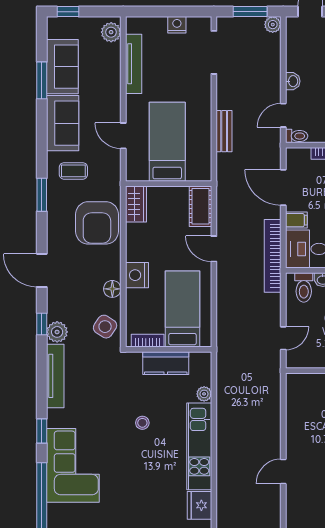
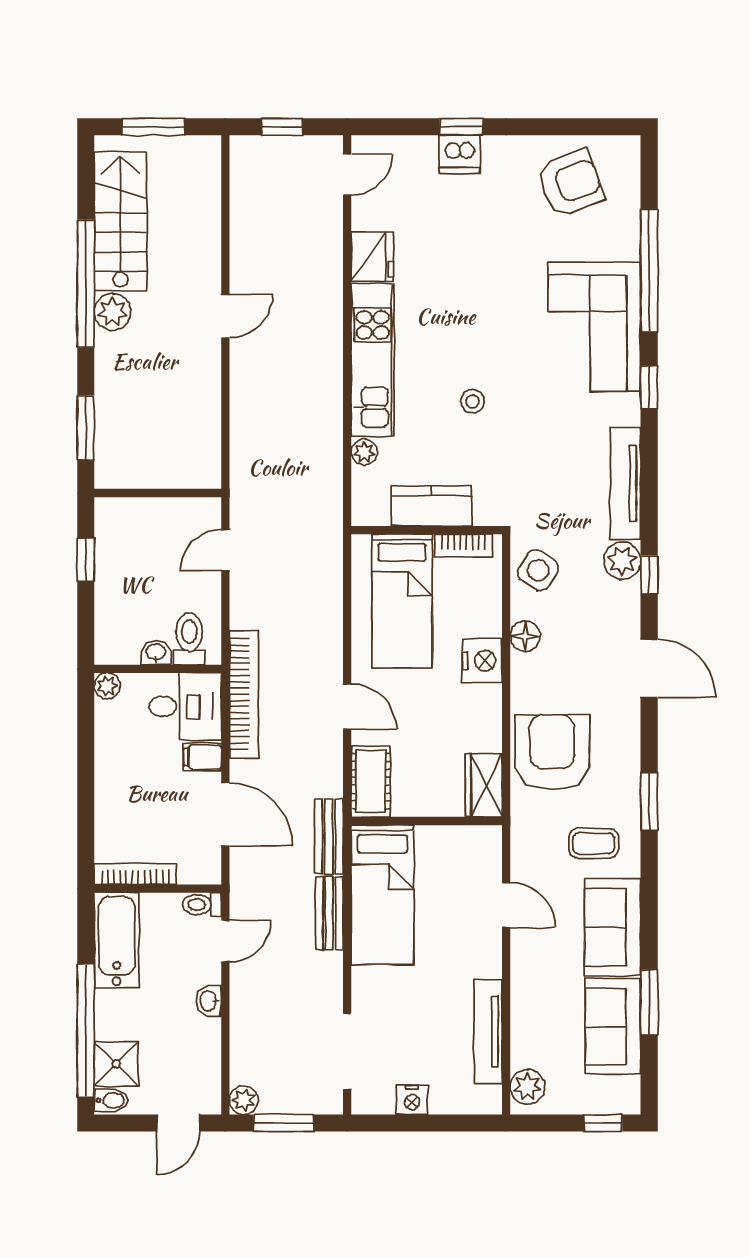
bed: (167, 142) -> (383, 895), moved
bench: (224, 175) -> (329, 836), added

